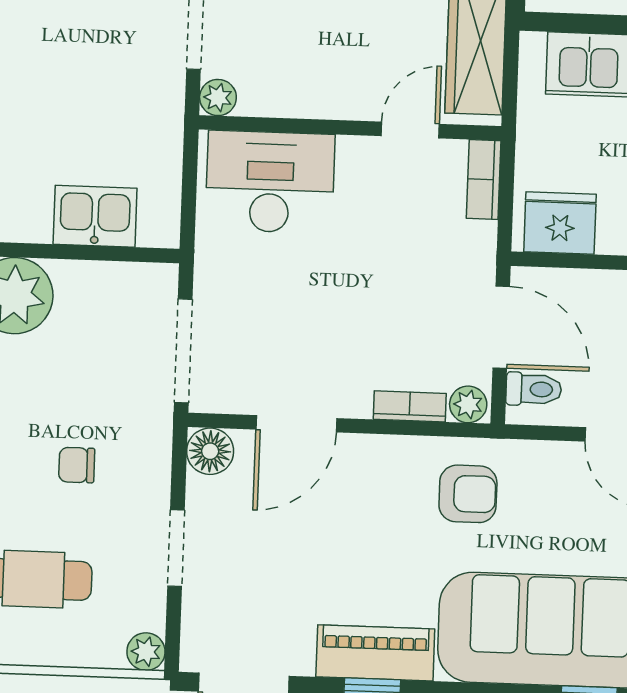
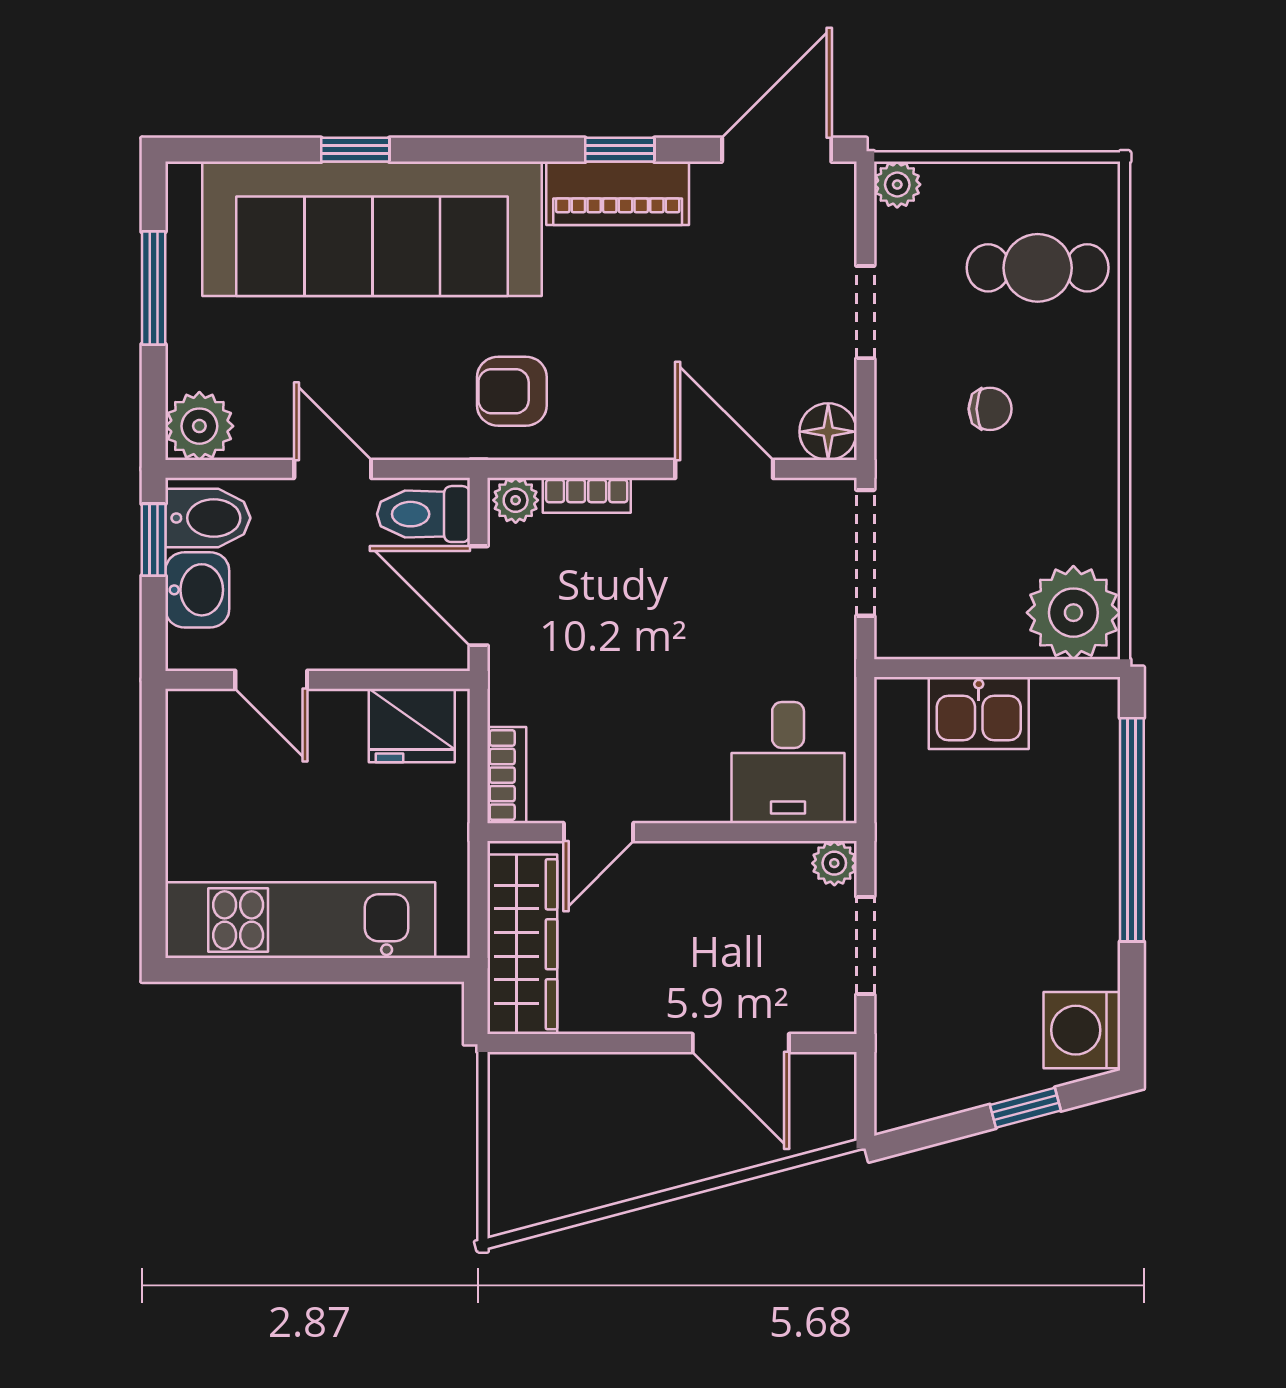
desk: (270, 182) -> (788, 763), width x0.73
toilet: (534, 389) -> (424, 514), width x1.37, depth x1.39
door: (296, 424) -> (724, 469), hinge flipped

